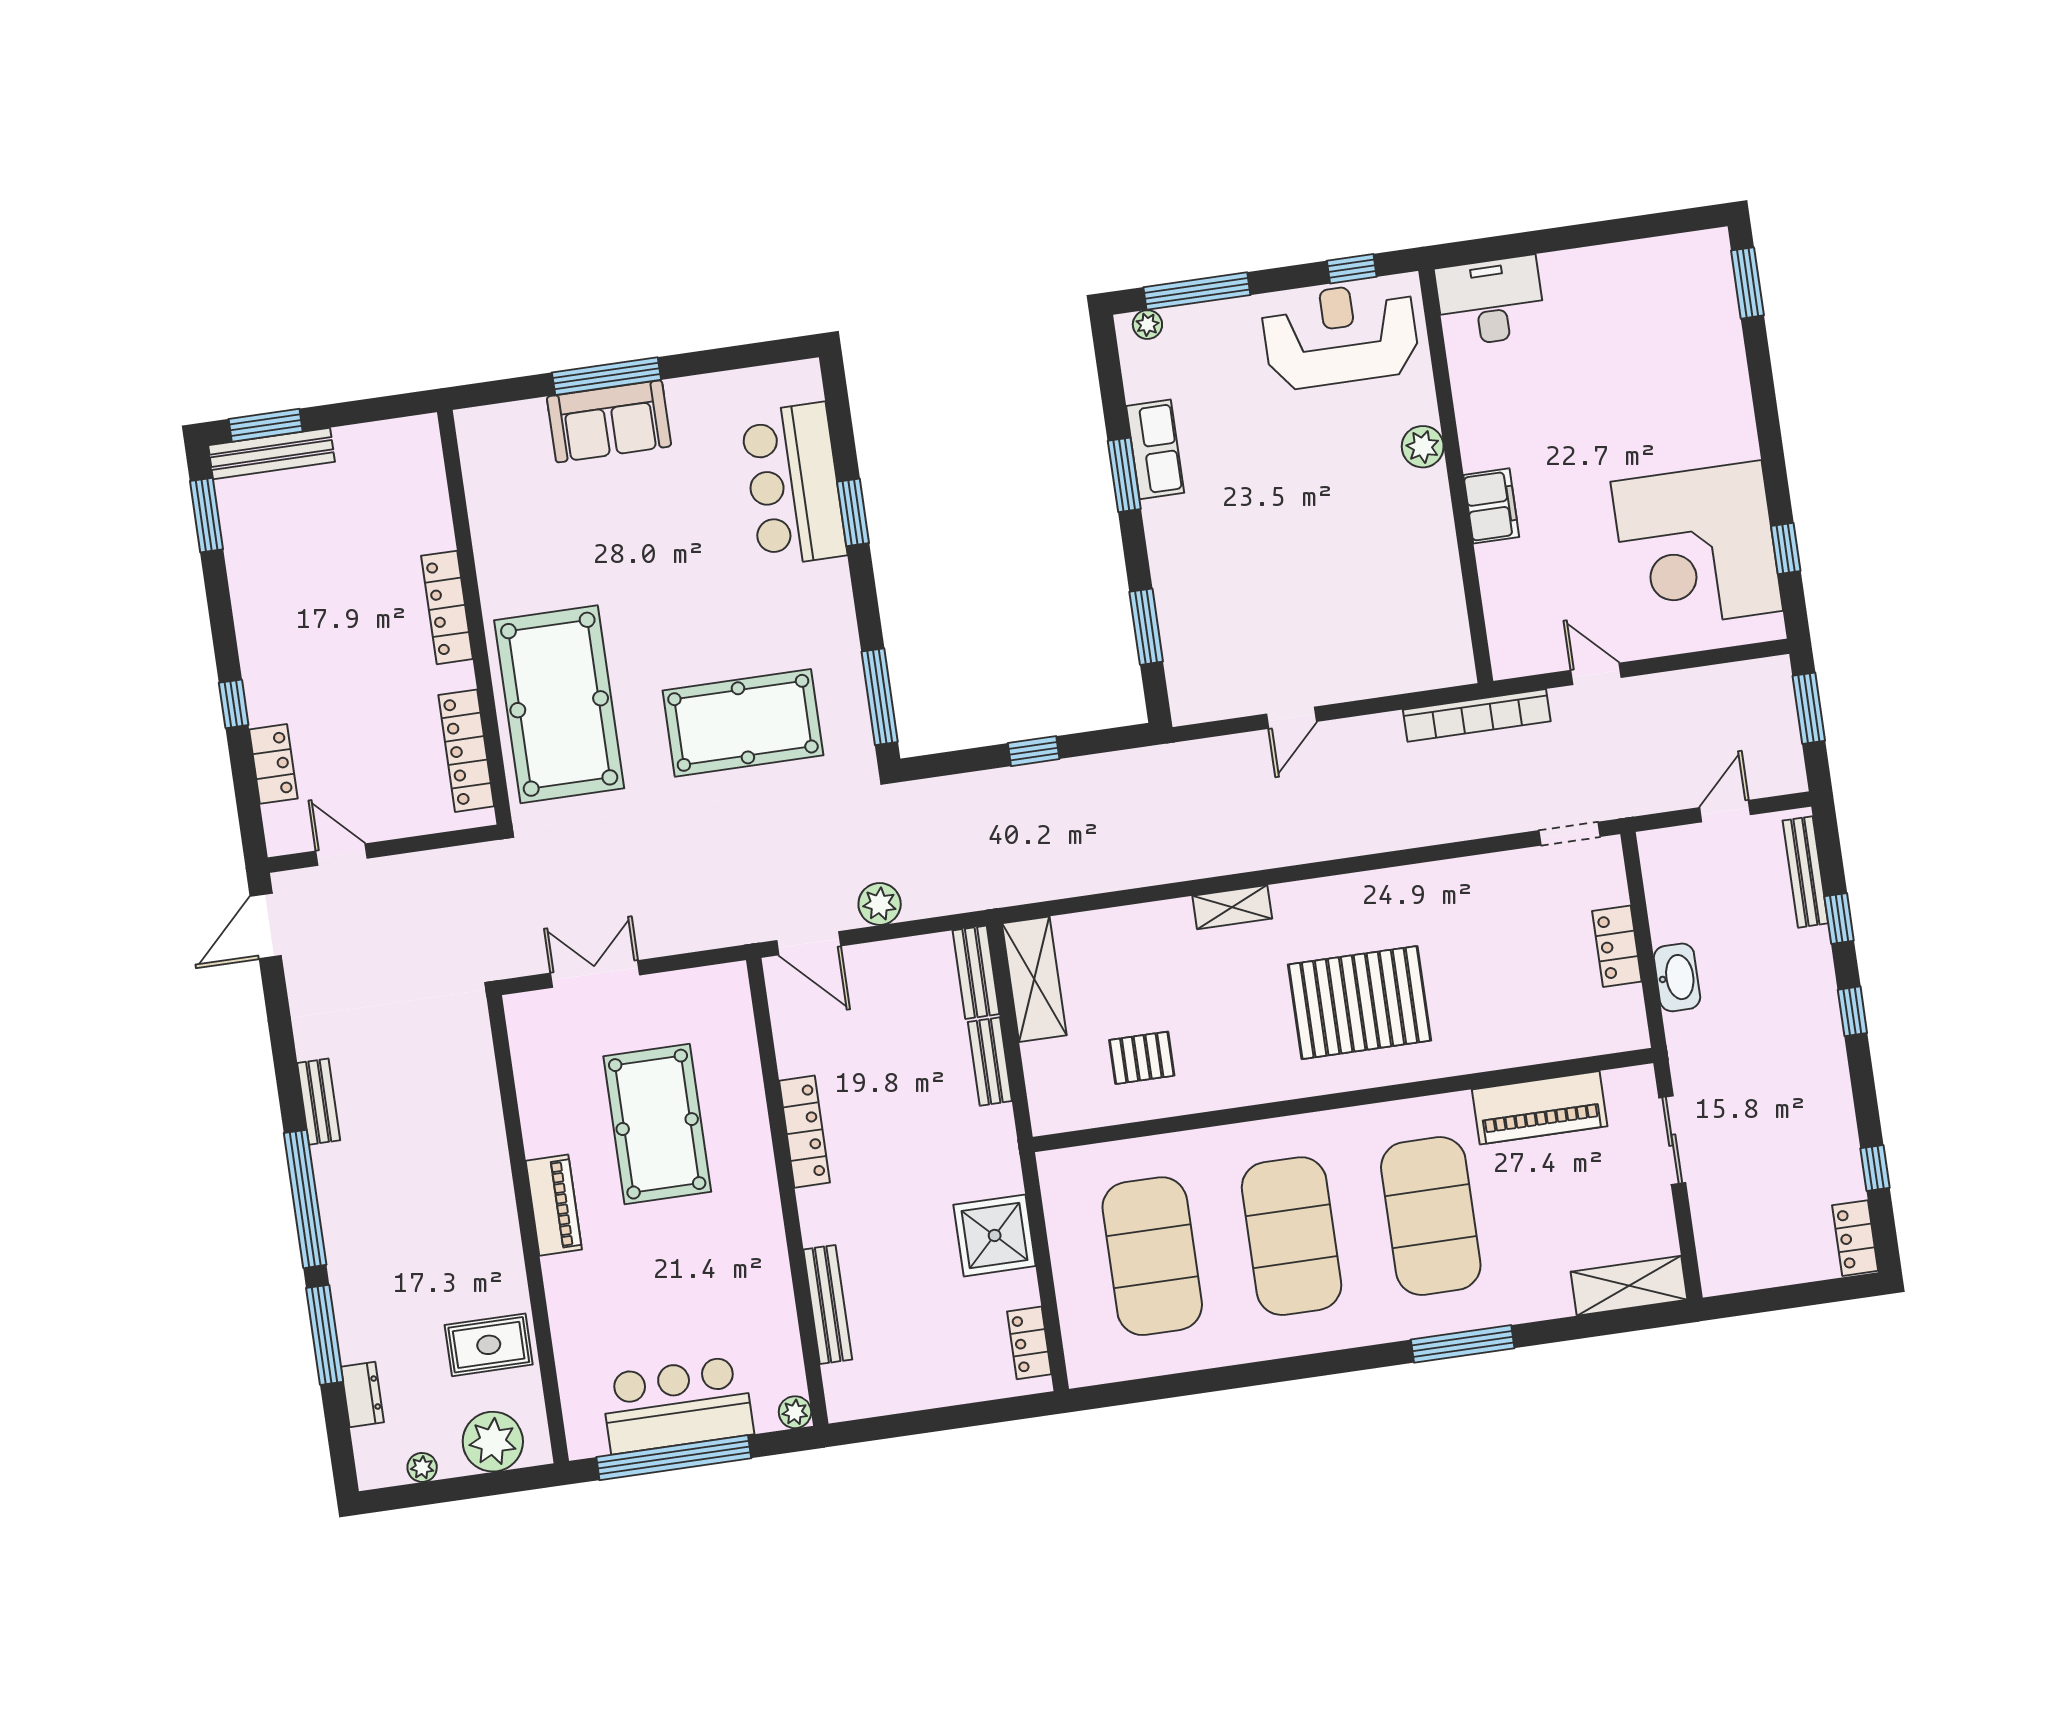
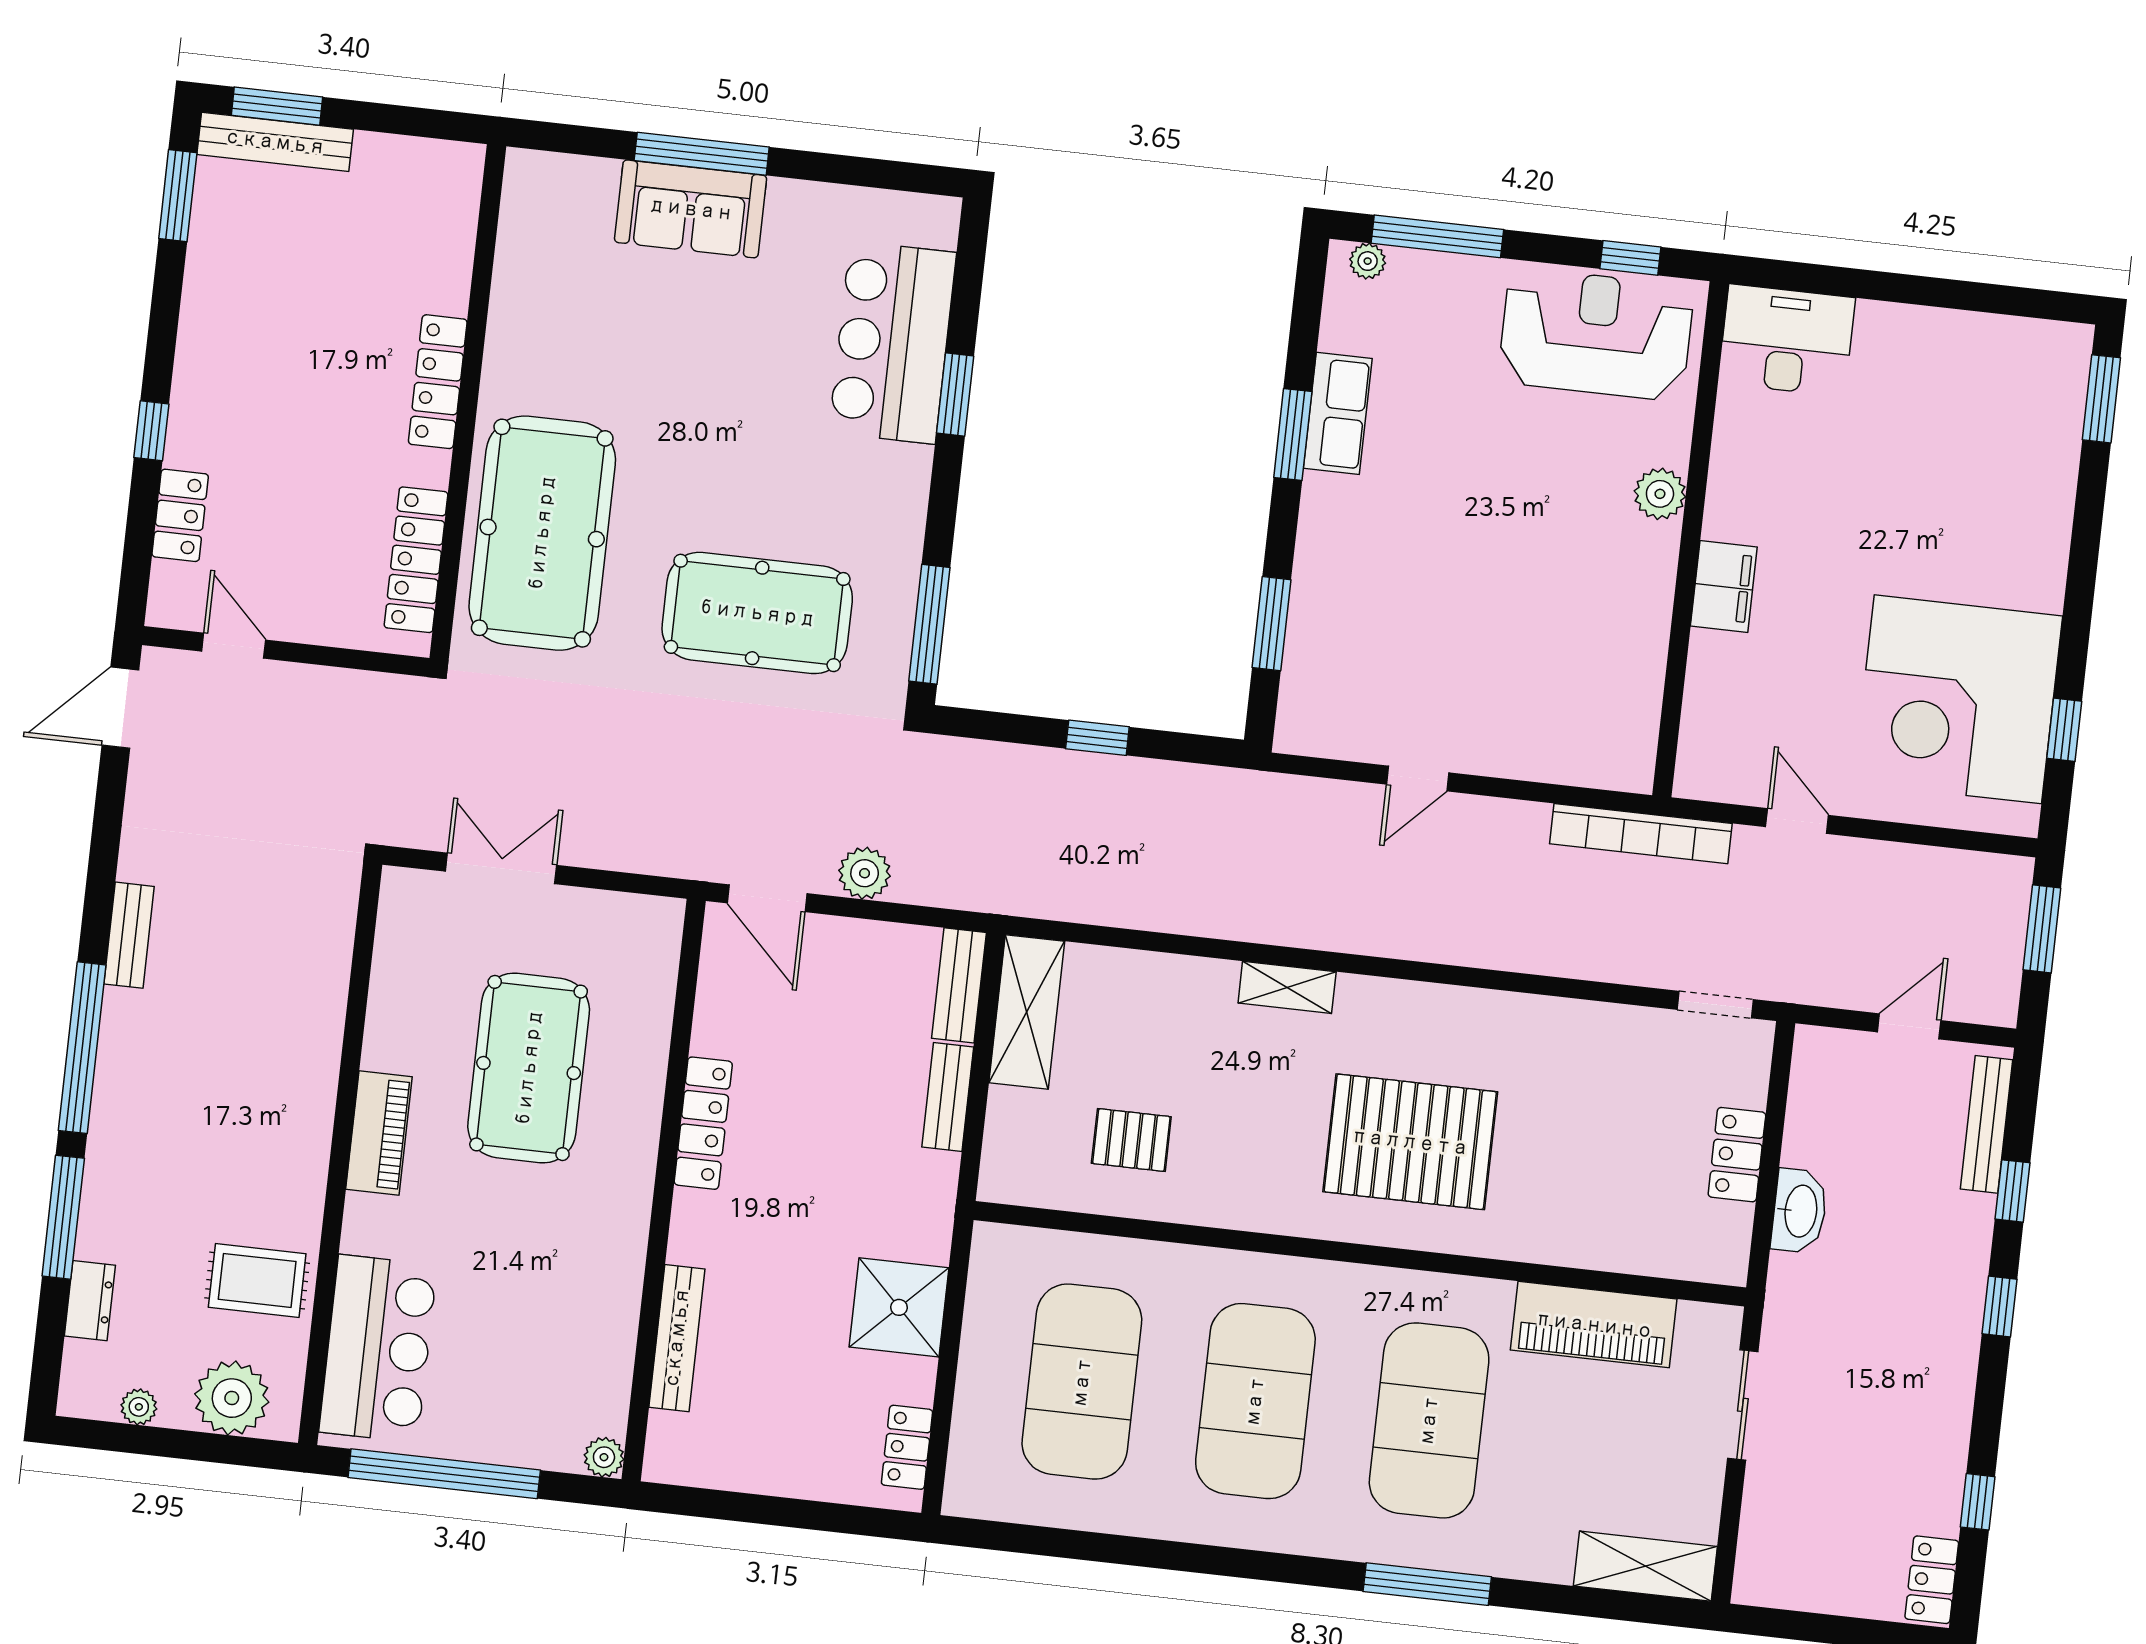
bar counter: (677, 1405) -> (378, 1349), moved, turned 90

